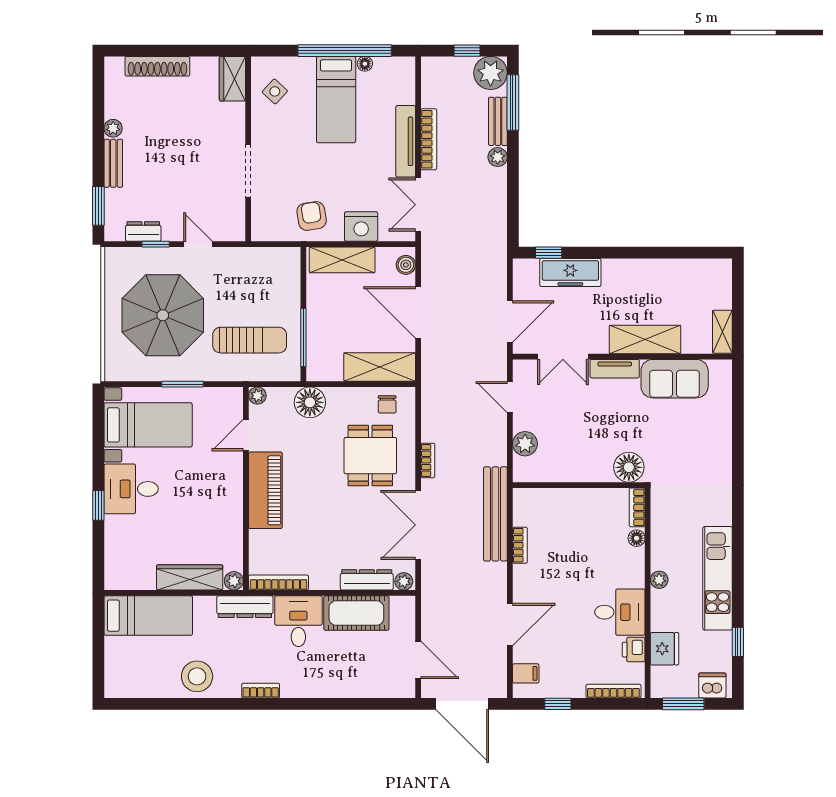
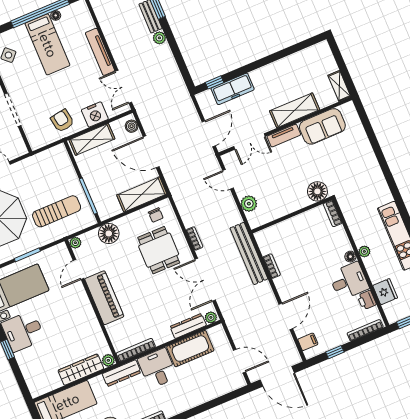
bookcase: (429, 139) -> (113, 45), removed
floor lamp: (637, 538) -> (350, 257), moved

